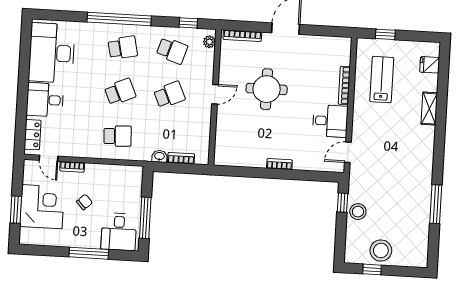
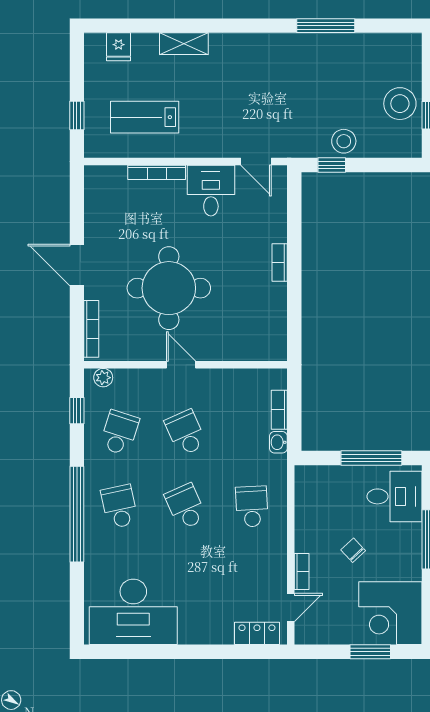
round table: (267, 89) -> (169, 288), width x1.36, depth x1.36
desk: (45, 100) -> (204, 618), removed
corner desk: (42, 207) -> (390, 613), moved, turned -90

